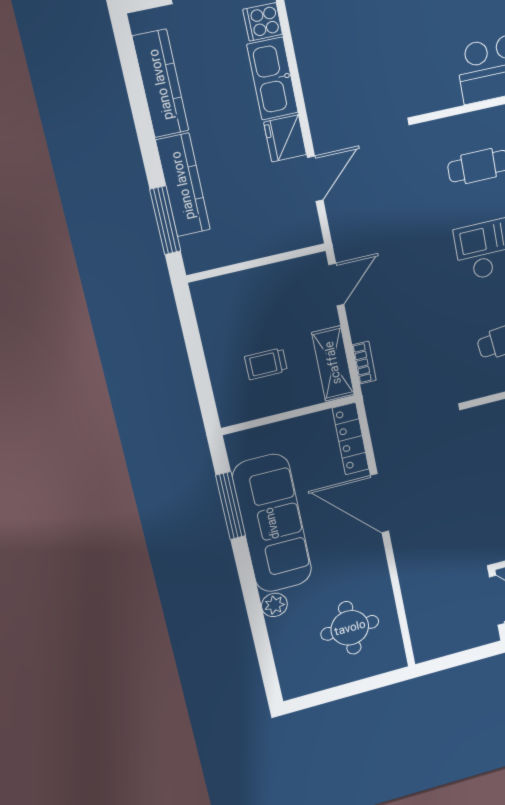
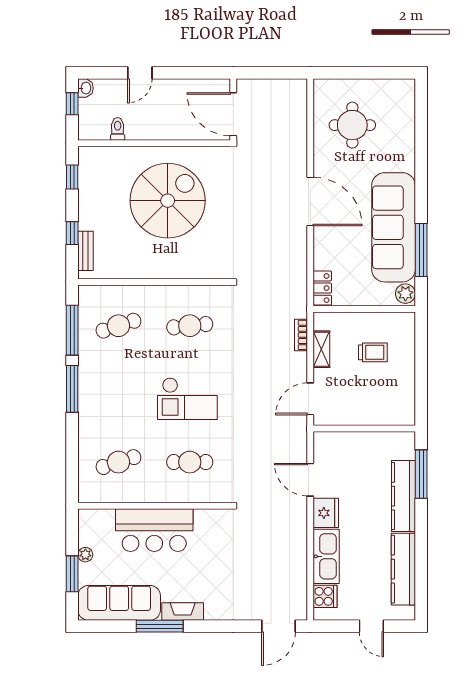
door: (315, 179) -> (310, 480), hinge flipped
shelving: (333, 363) -> (321, 349), width x0.67, depth x0.75
locker: (351, 439) -> (322, 288), width x0.66
door: (380, 503) -> (310, 202), moved
plant: (274, 605) -> (405, 294), moved

